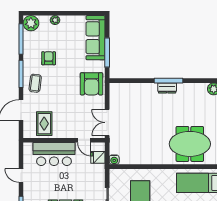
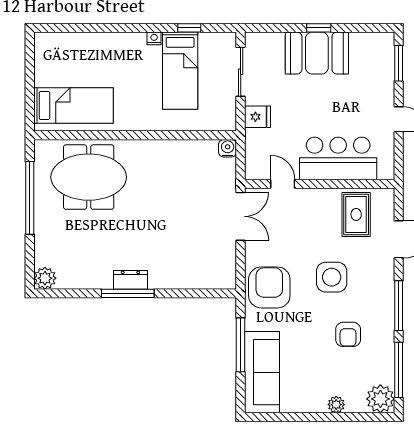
coffee table: (35, 83) -> (373, 289), removed
side table: (58, 89) -> (332, 277), added
fridge: (98, 157) -> (257, 117), moved

